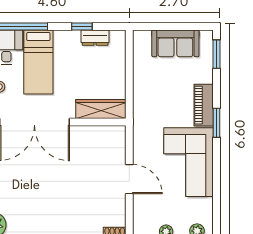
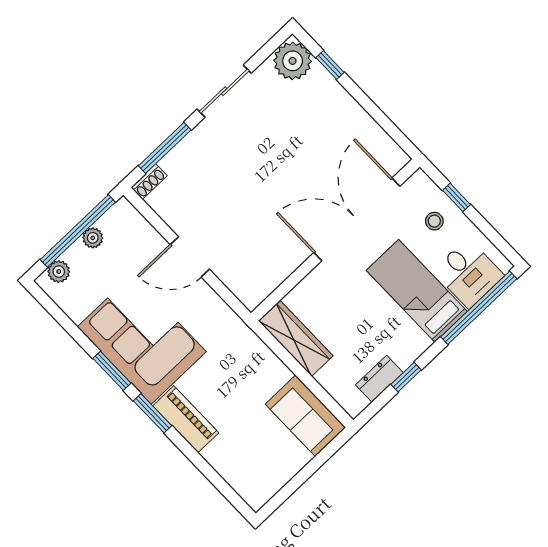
sofa: (175, 43) -> (306, 416), moved, turned -90
window: (216, 54) -> (112, 371), moved
wardrobe: (101, 109) -> (296, 338), moved, turned -90

